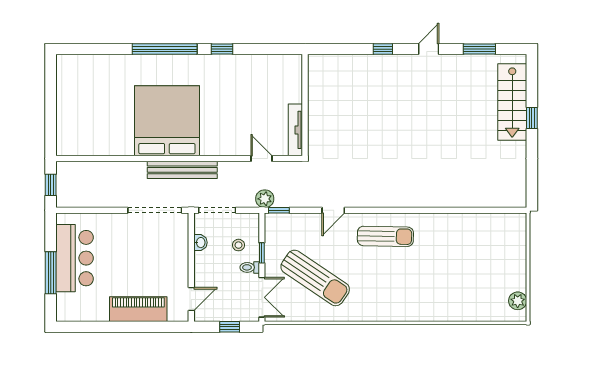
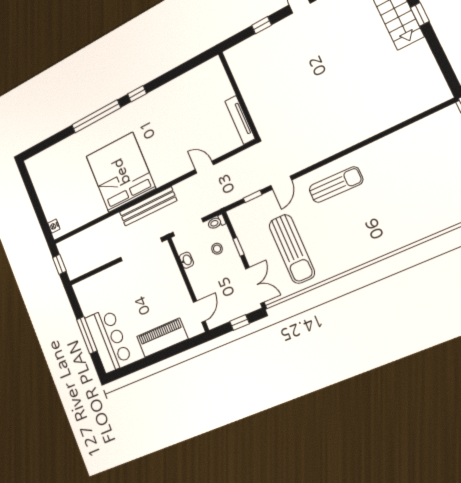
wall: (305, 105) -> (239, 95), moved
tv unit: (295, 130) -> (240, 120), moved
nightstand: (62, 141) -> (54, 226), added
plant: (265, 199) -> (221, 200), removed
window: (279, 210) -> (253, 196), moved
bar counter: (75, 258) -> (108, 340), moved
toilet: (250, 267) -> (216, 222), moved
sun lounger: (315, 278) -> (292, 249), turned 56

